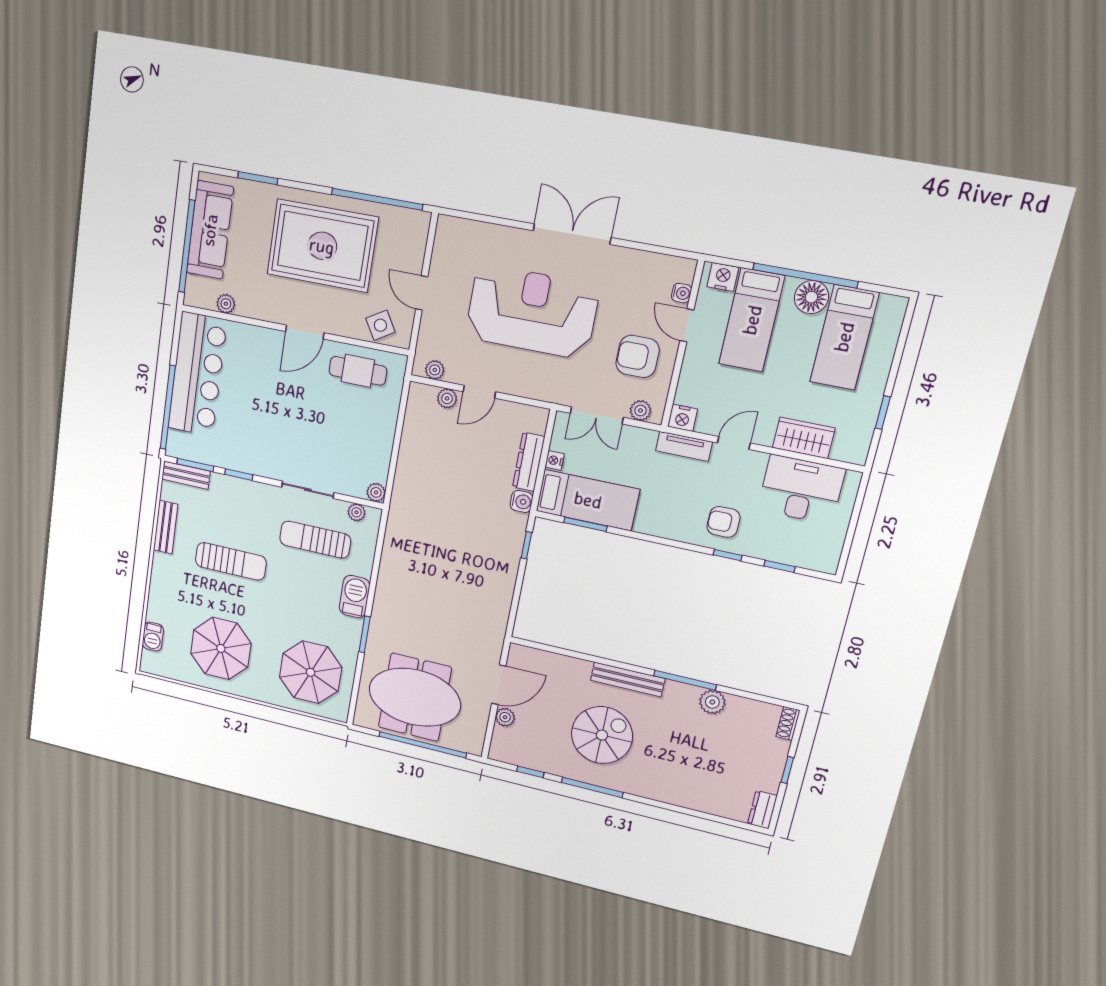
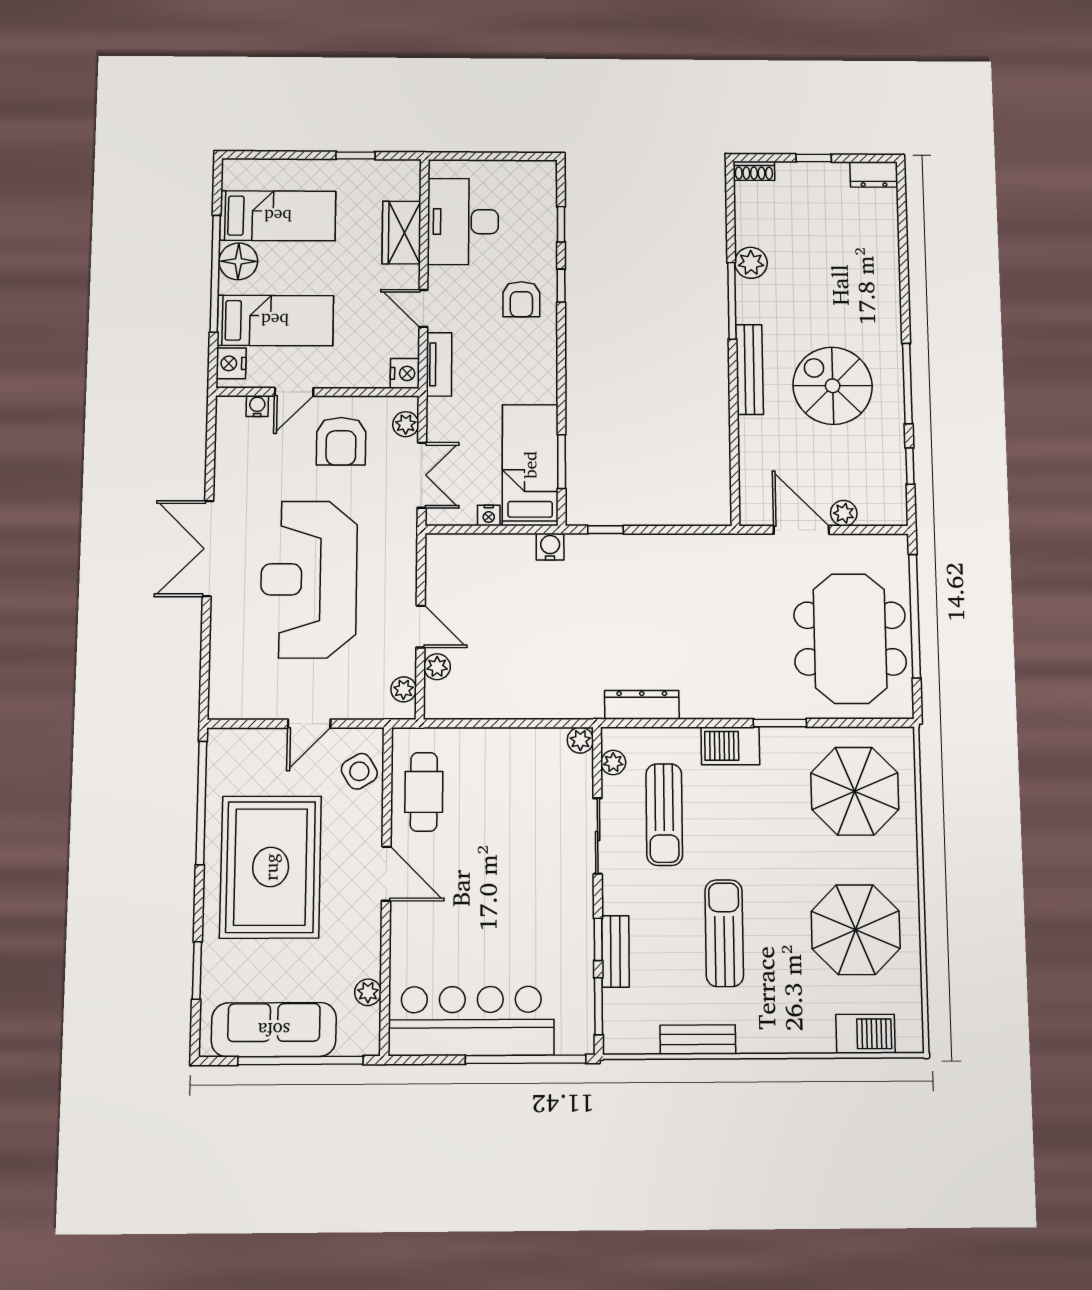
dresser: (529, 462) -> (642, 705), moved, turned 180
bench: (186, 475) -> (615, 951), moved
barbecue: (153, 637) -> (866, 1034), width x1.38, depth x1.27

